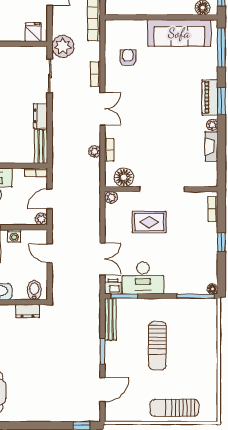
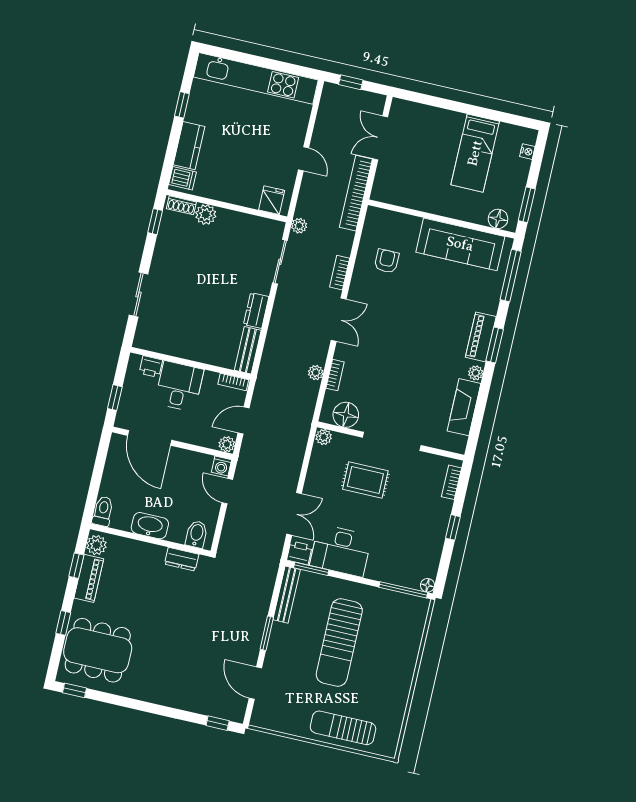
plant: (63, 46) -> (299, 226), width x0.53, depth x0.53
fireplace: (211, 146) -> (464, 407), width x1.37, depth x1.32
washing machine: (14, 236) -> (221, 466), moved
sun lounger: (157, 346) -> (339, 642), width x1.36, depth x1.34
door: (103, 390) -> (255, 683), swing flipped

